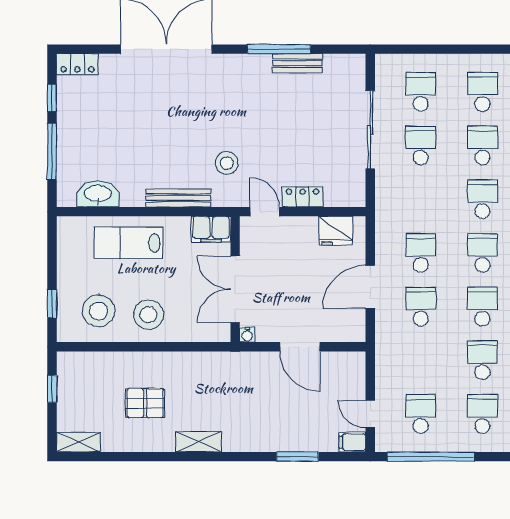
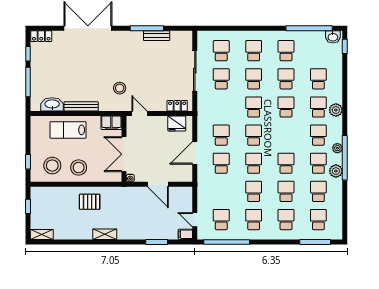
locker: (303, 197) -> (177, 106), moved
bench: (178, 198) -> (81, 106), moved
pallet: (145, 403) -> (90, 202), moved

